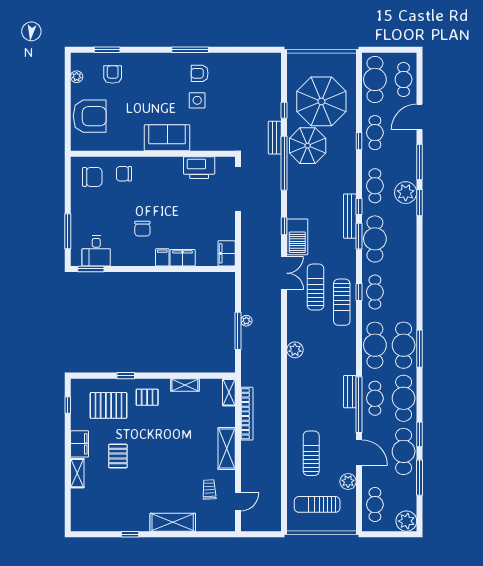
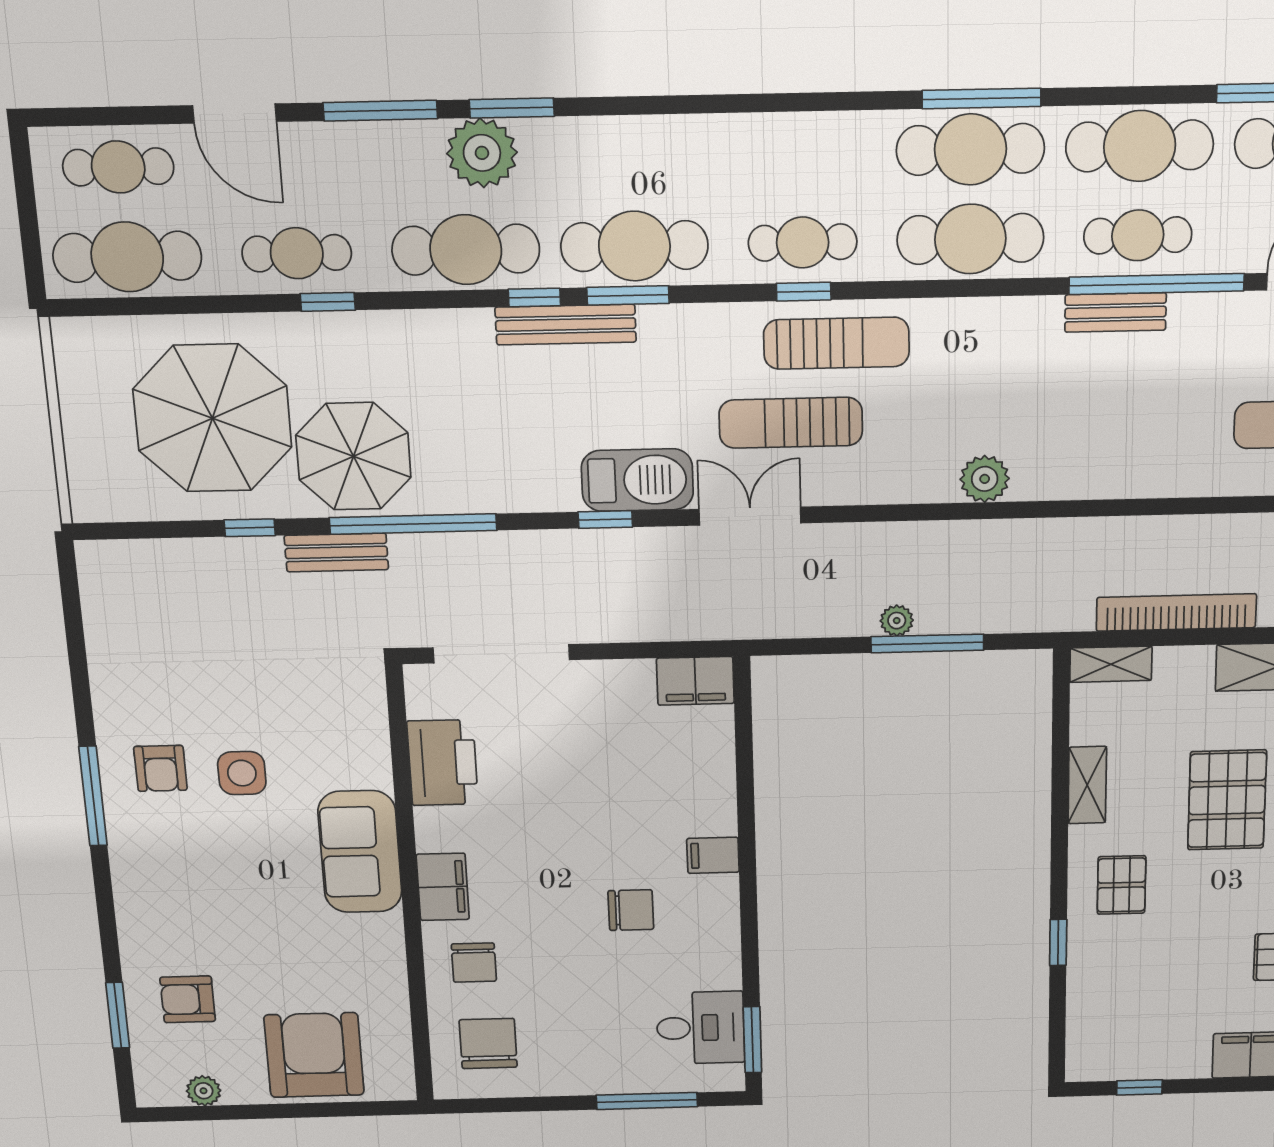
cafe table: (375, 186) -> (466, 250), width x1.37, depth x1.35
filing cabinet: (183, 258) -> (443, 887), moved, turned 180
pallet: (108, 405) -> (1227, 800), moved

